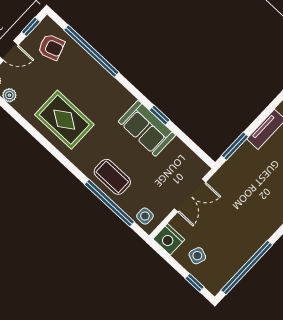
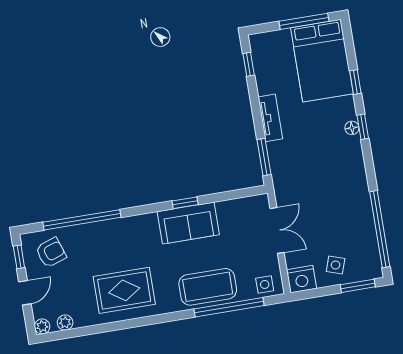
coffee table: (112, 177) -> (208, 287), width x1.36, depth x1.32
window: (195, 283) -> (358, 286), width x1.50

